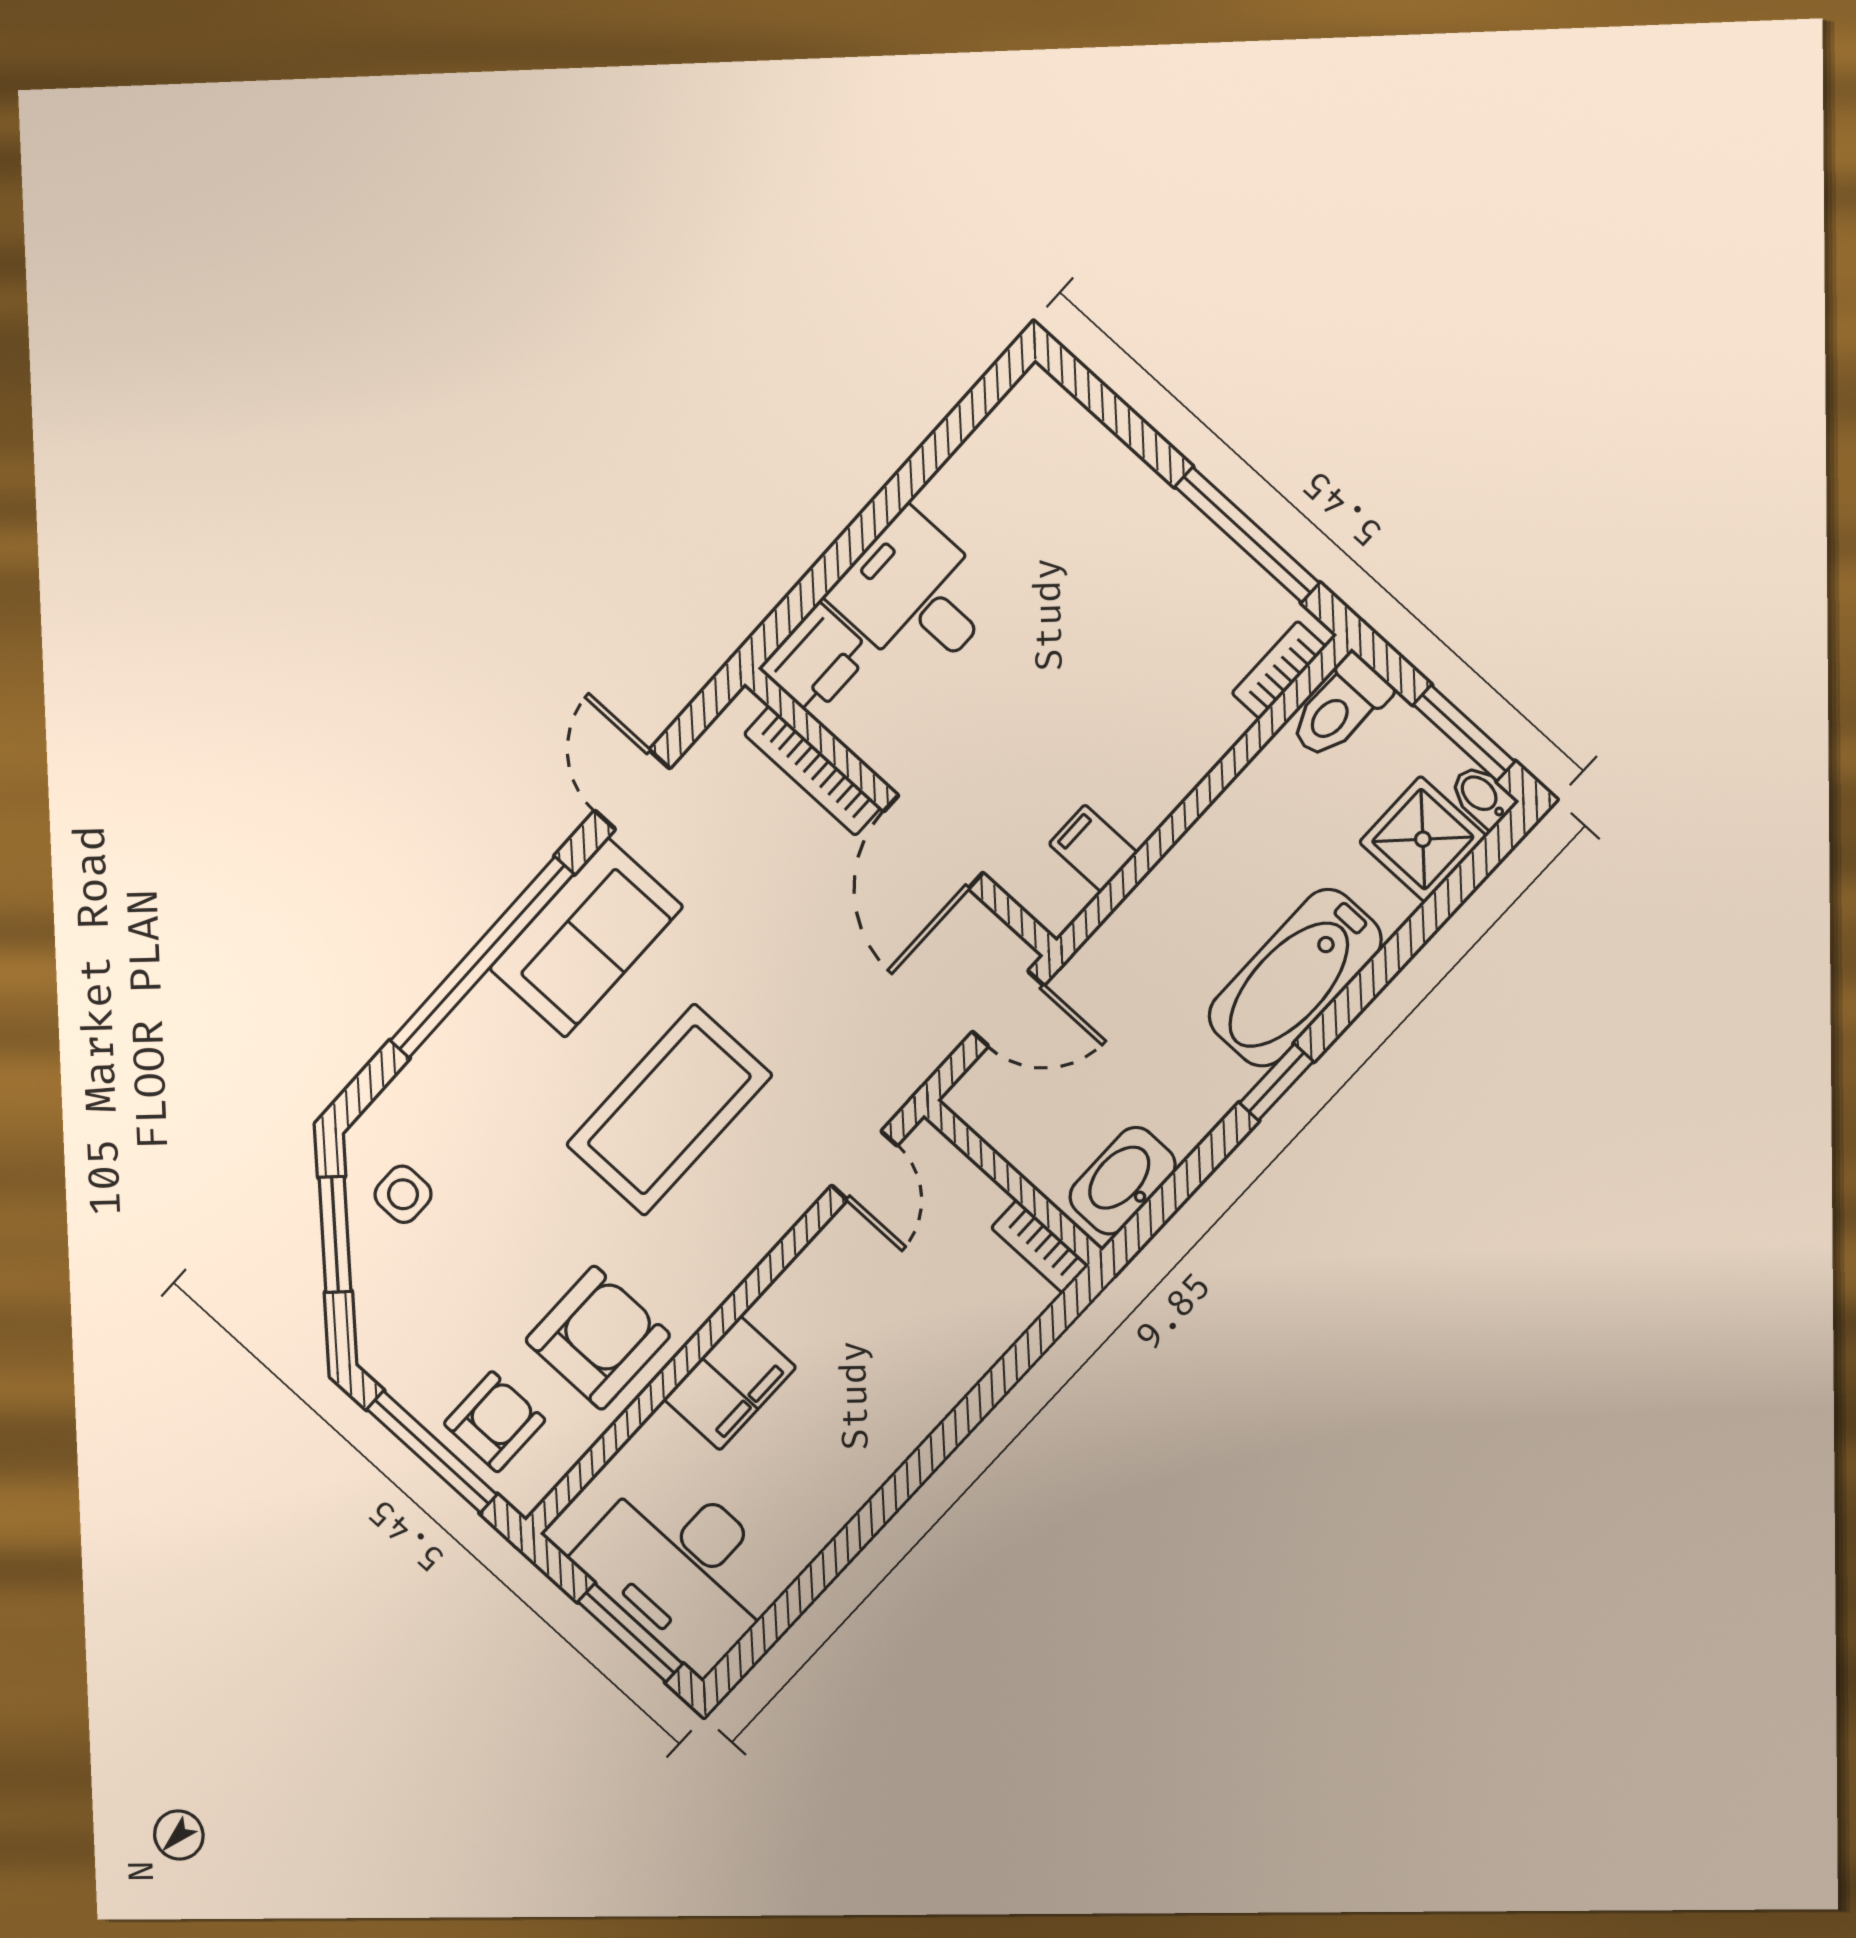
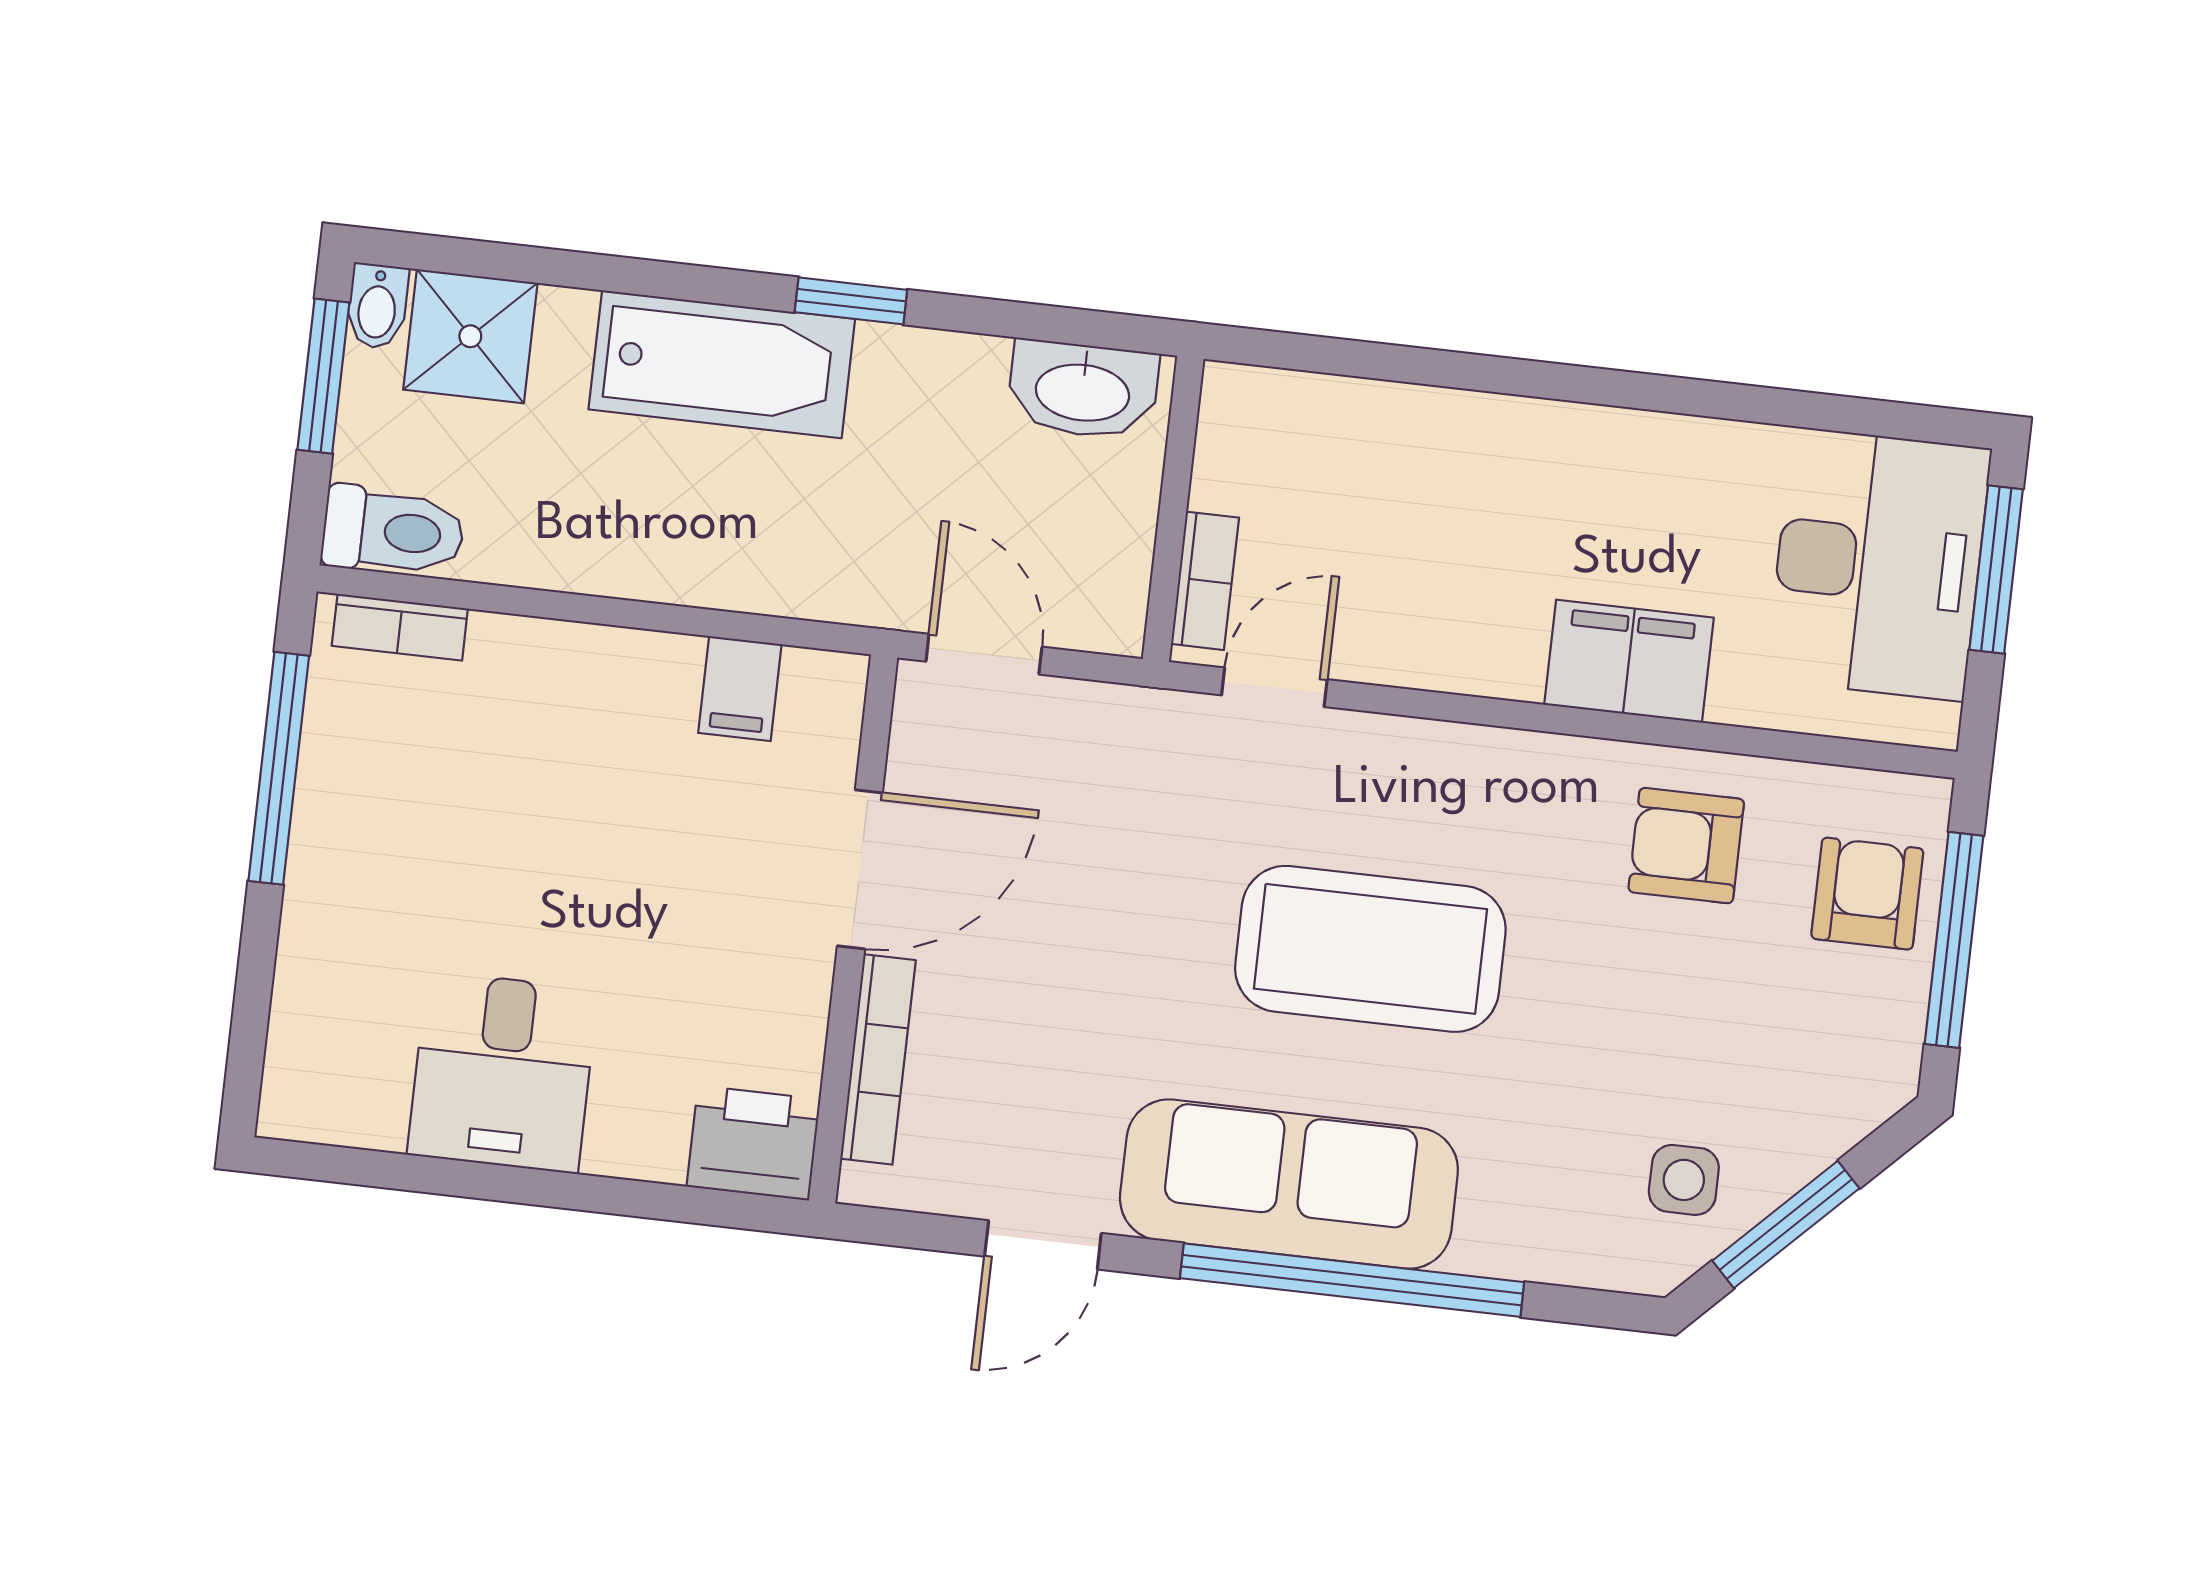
desk: (915, 596) -> (503, 1072), moved
sofa: (586, 938) -> (1289, 1184), width x1.36
bookcase: (1040, 1246) -> (1205, 581), moved
armchair: (598, 1338) -> (1686, 846), width x0.72, depth x0.72
armchair: (495, 1422) -> (1867, 894), turned 90

